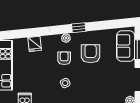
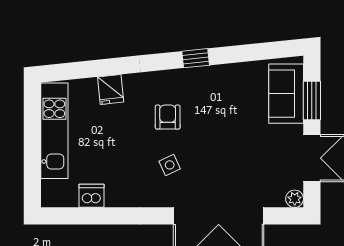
plant: (66, 38) -> (171, 78), removed
armchair: (91, 54) -> (219, 108), removed

